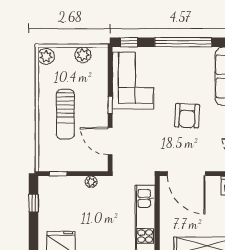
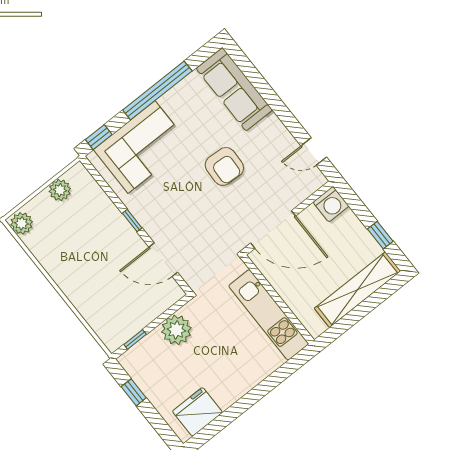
corner sofa: (133, 81) -> (142, 147), moved, turned 90
sun lounger: (65, 114) -> (92, 269), removed
plant: (91, 182) -> (176, 330), width x1.88, depth x1.88

